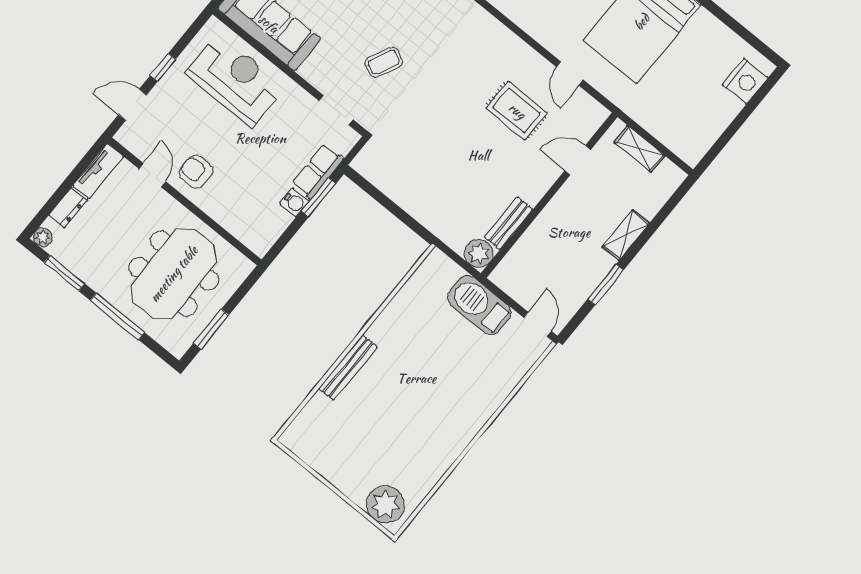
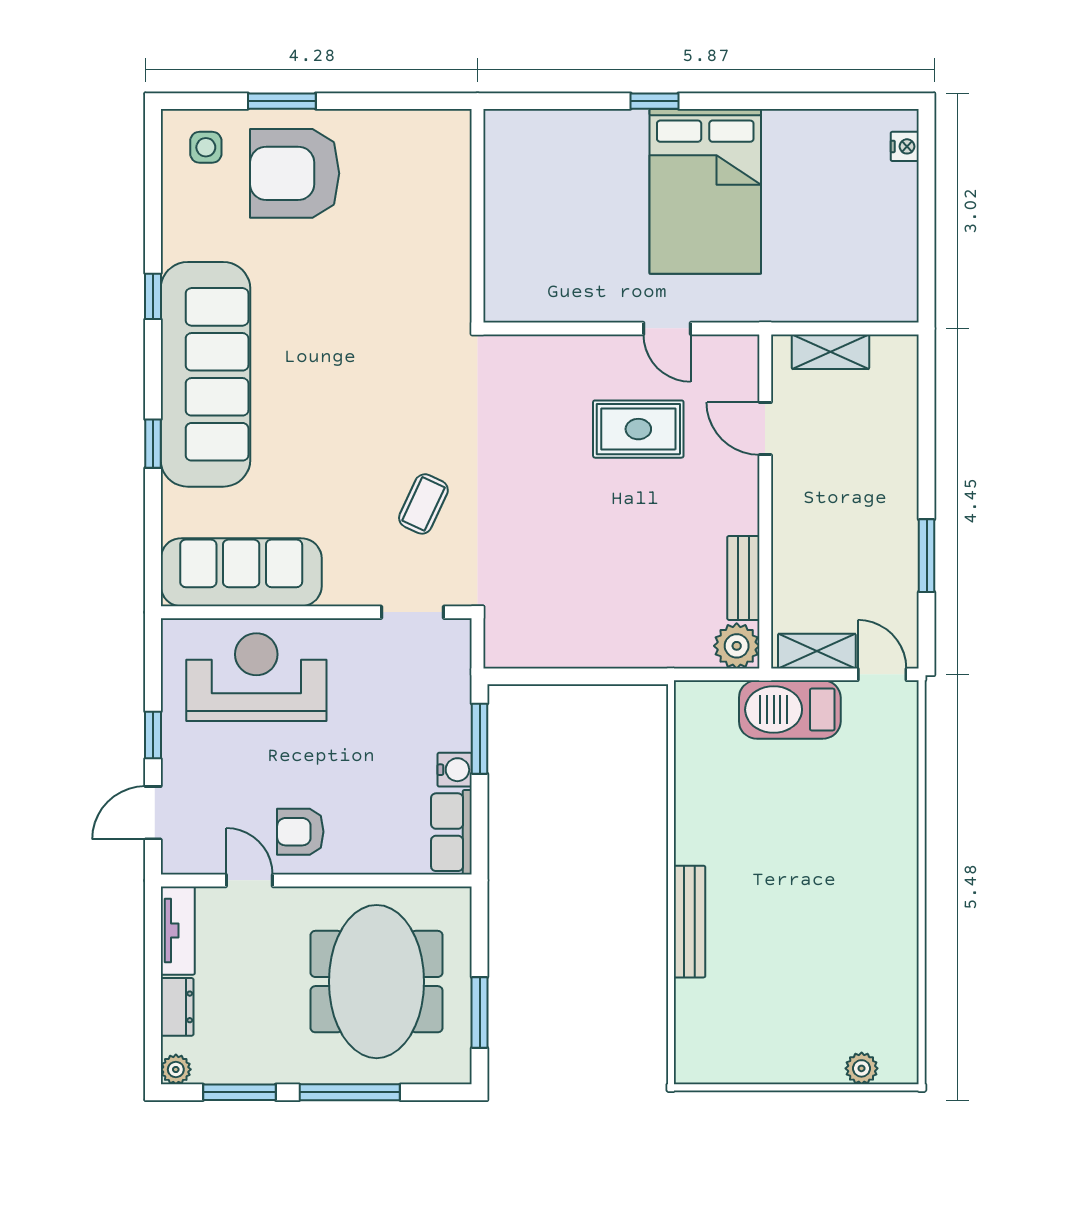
nightstand: (745, 81) -> (905, 146), width x0.53, depth x0.56
door: (578, 160) -> (765, 429), hinge flipped
row of seats: (318, 171) -> (451, 832), moved
shelving: (626, 235) -> (817, 651), moved, turned 90
plant: (385, 505) -> (862, 1068), width x0.53, depth x0.53

